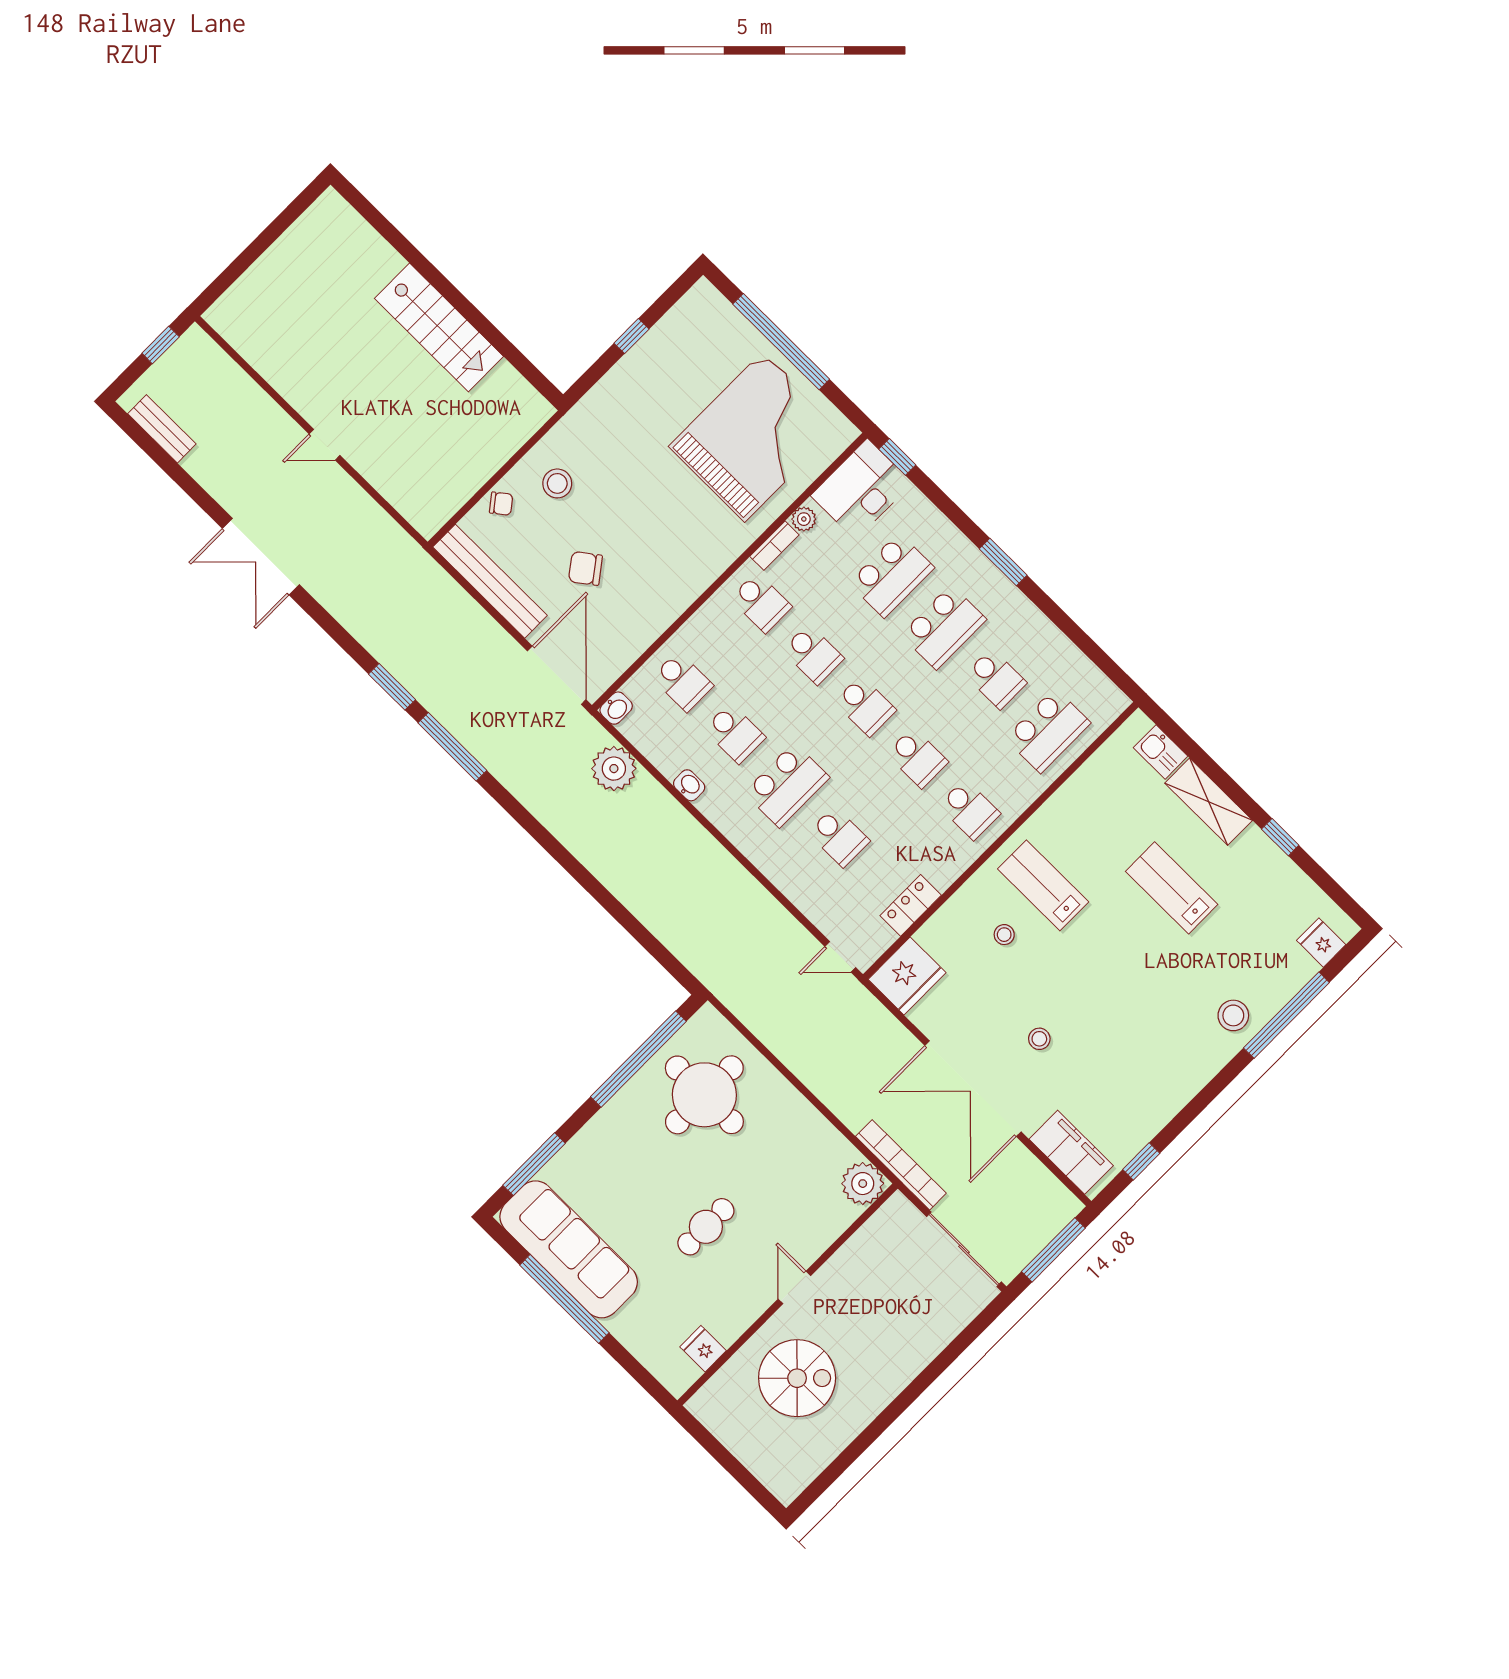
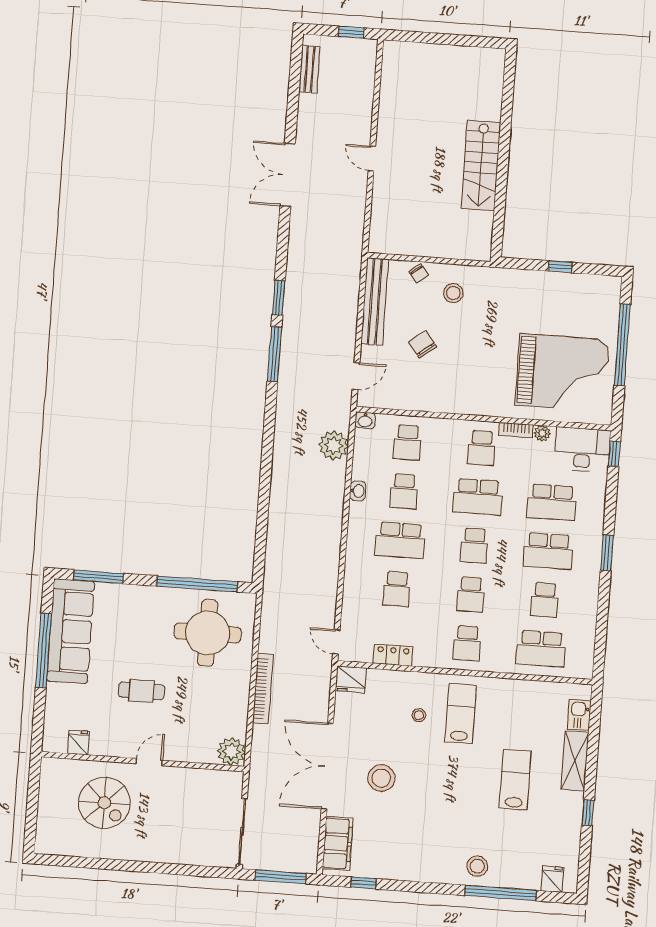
school desk: (813, 654) -> (478, 497), width x1.85
door: (557, 675) -> (356, 376), width x0.53
fridge: (907, 976) -> (351, 679), width x0.73, depth x0.75
stool: (1039, 1039) -> (381, 778), width x1.89, depth x1.89
bookcase: (901, 1165) -> (263, 689), moved

